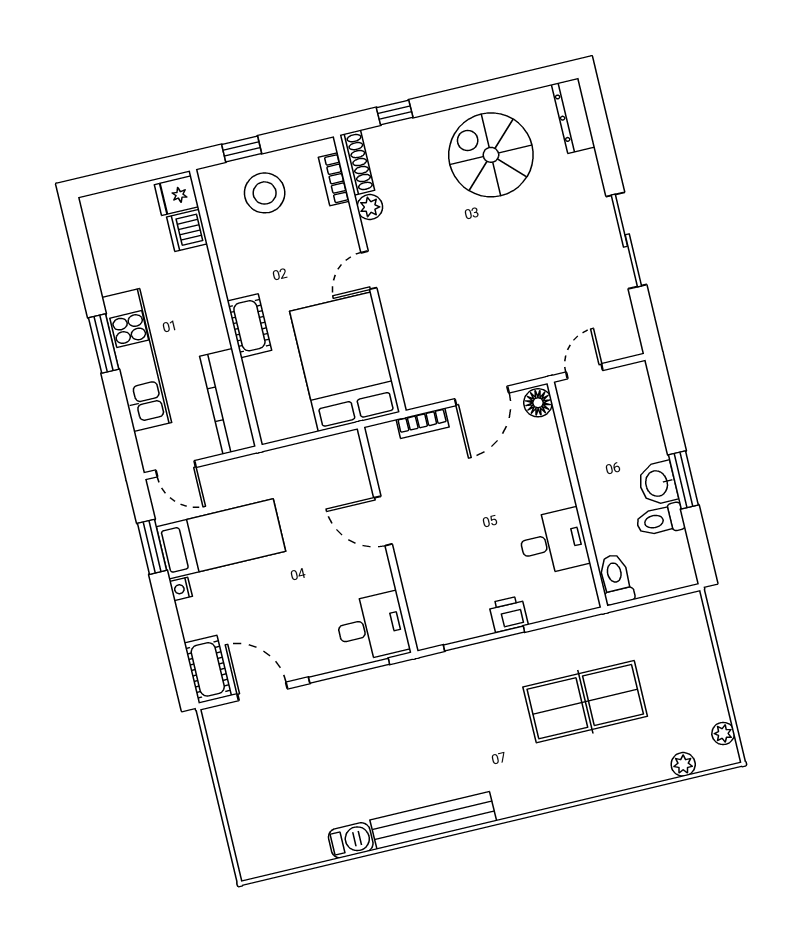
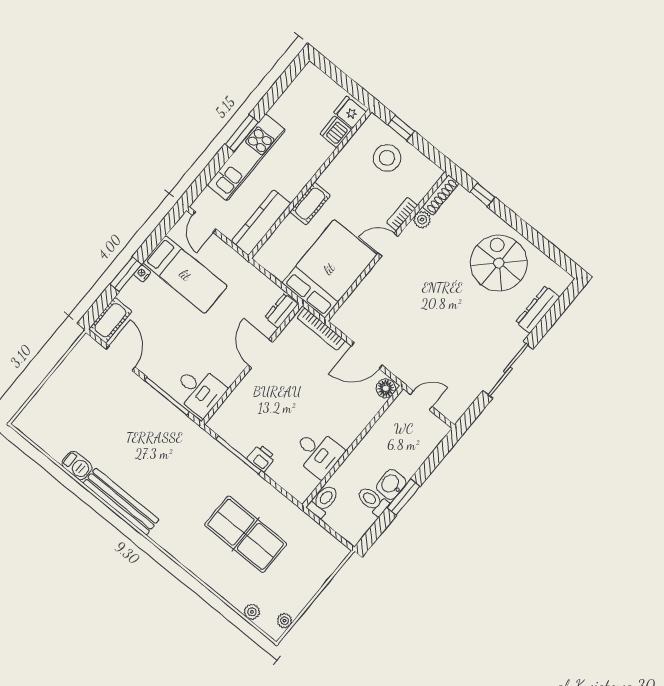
dresser: (573, 116) -> (538, 310), moved
bookcase: (334, 179) -> (402, 214), moved
bookcase: (423, 423) -> (321, 329), width x1.56
dresser: (351, 457) -> (281, 311), added
window: (152, 547) -> (126, 274), moved

